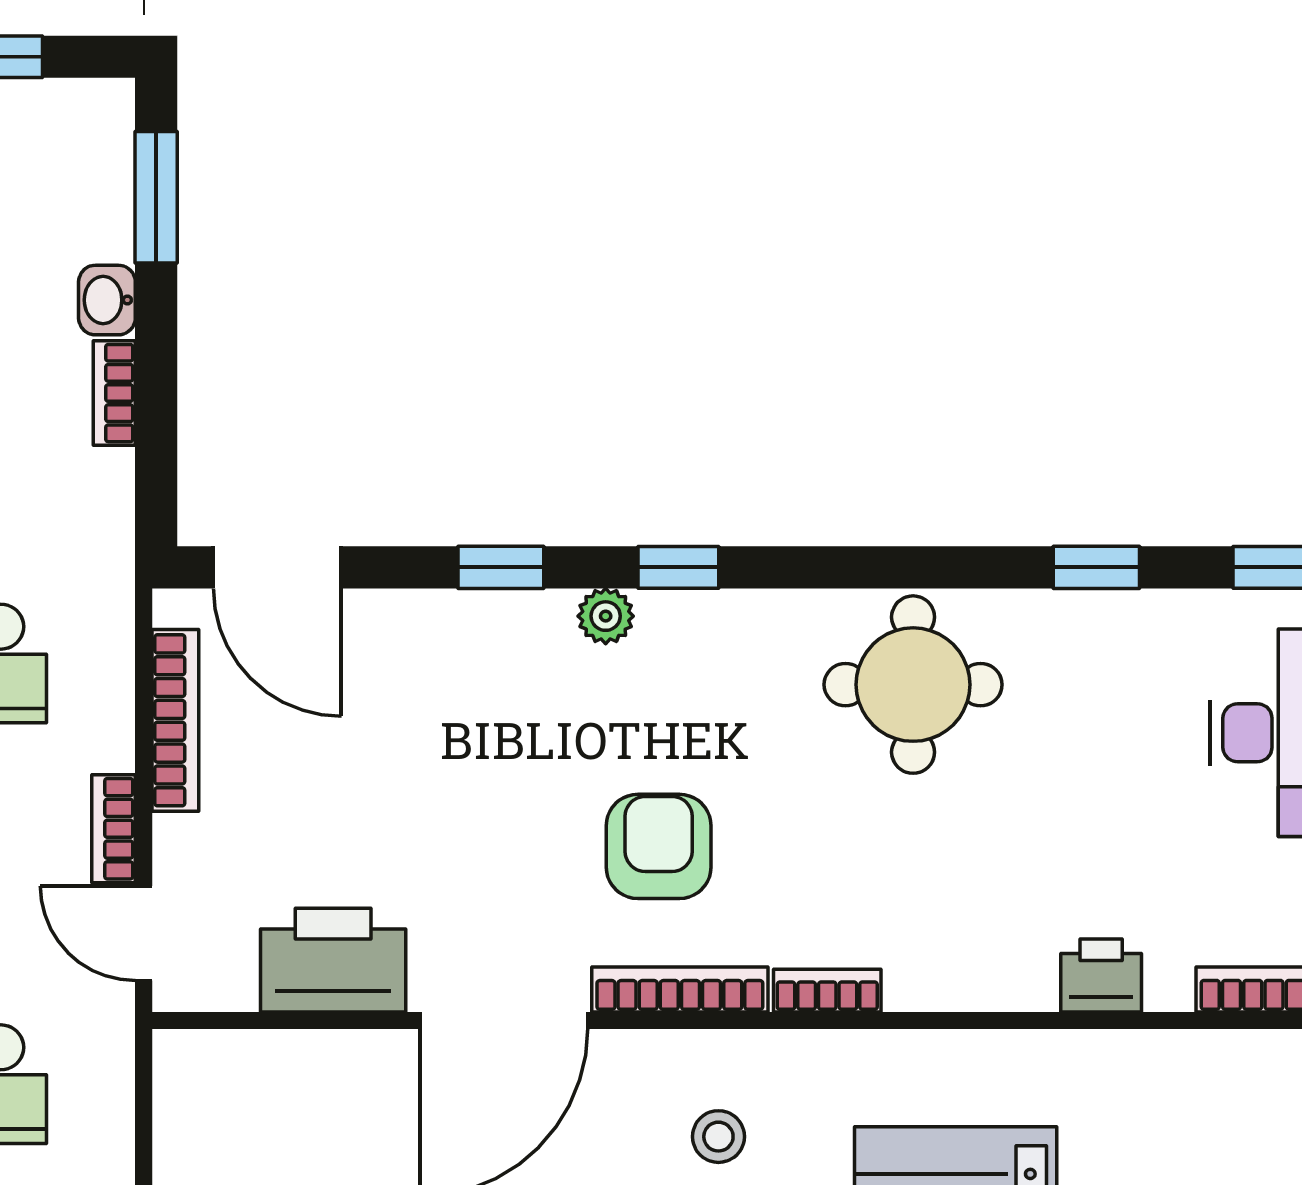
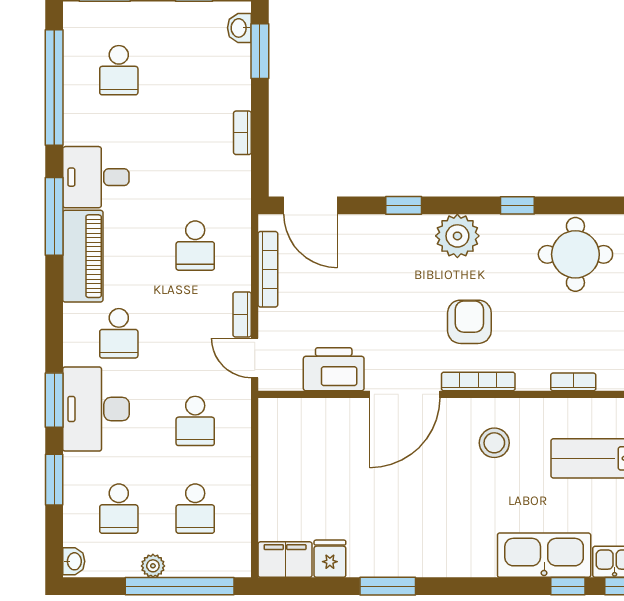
washbasin: (107, 300) -> (239, 28), moved
window: (678, 567) -> (517, 205), moved
plant: (606, 616) -> (457, 236), width x1.87, depth x1.87
bookcase: (827, 991) -> (573, 382), moved
stool: (718, 1137) -> (494, 443), width x1.37, depth x1.37

